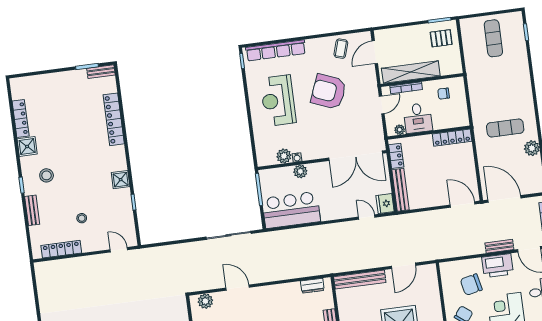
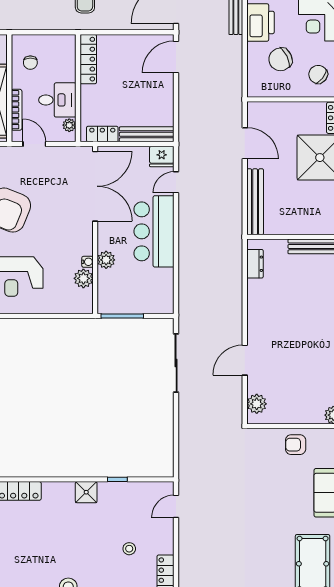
bar counter: (291, 210) -> (154, 231), moved
chair: (471, 285) -> (280, 59), turned 76

